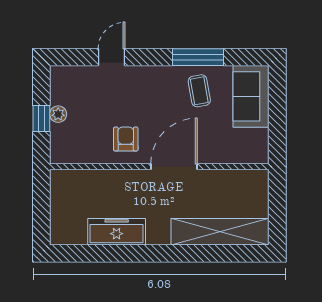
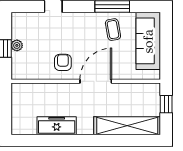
sofa: (251, 96) -> (148, 41), width x1.36
window: (277, 200) -> (166, 104), added

